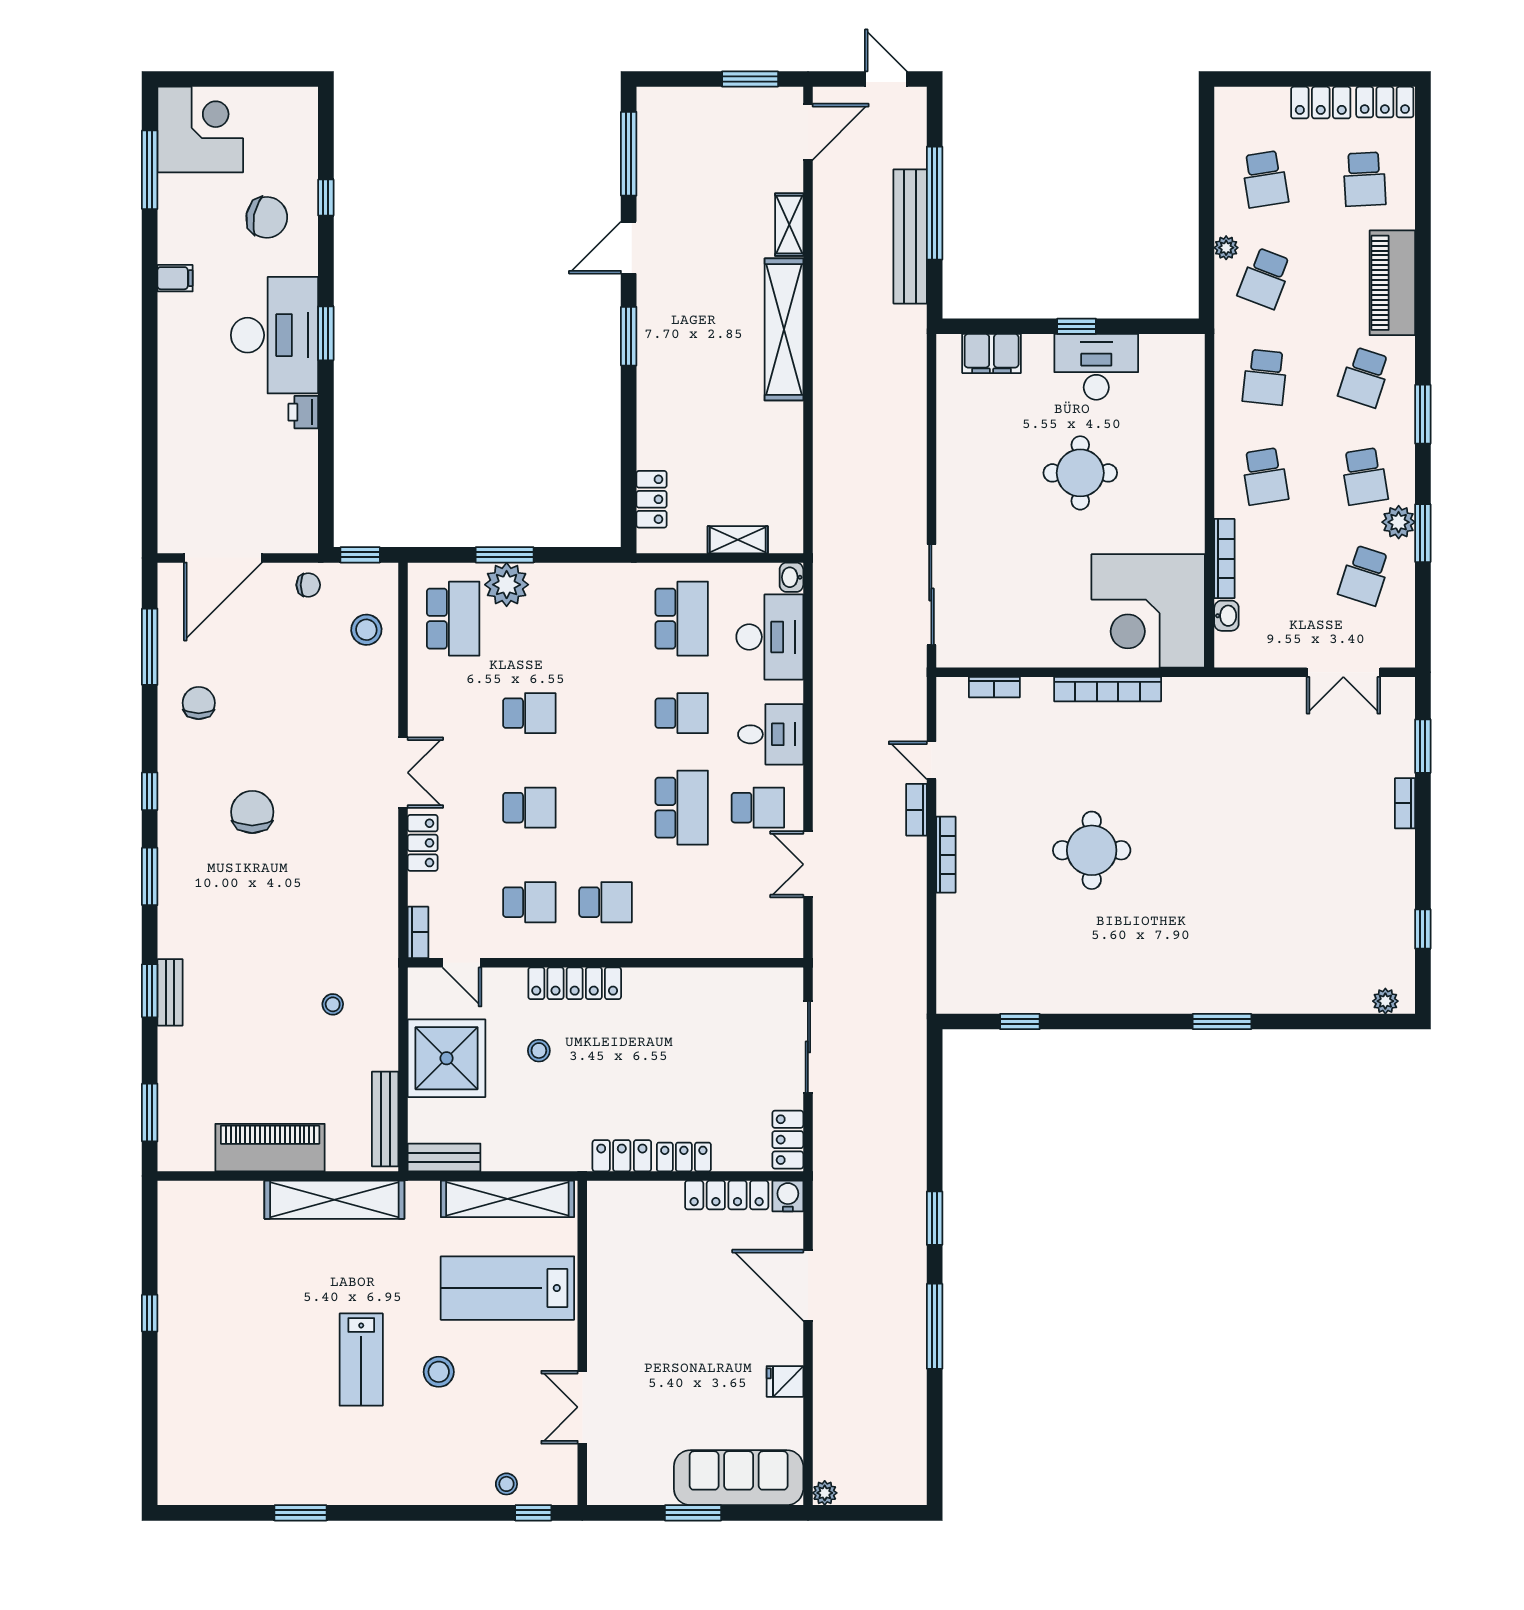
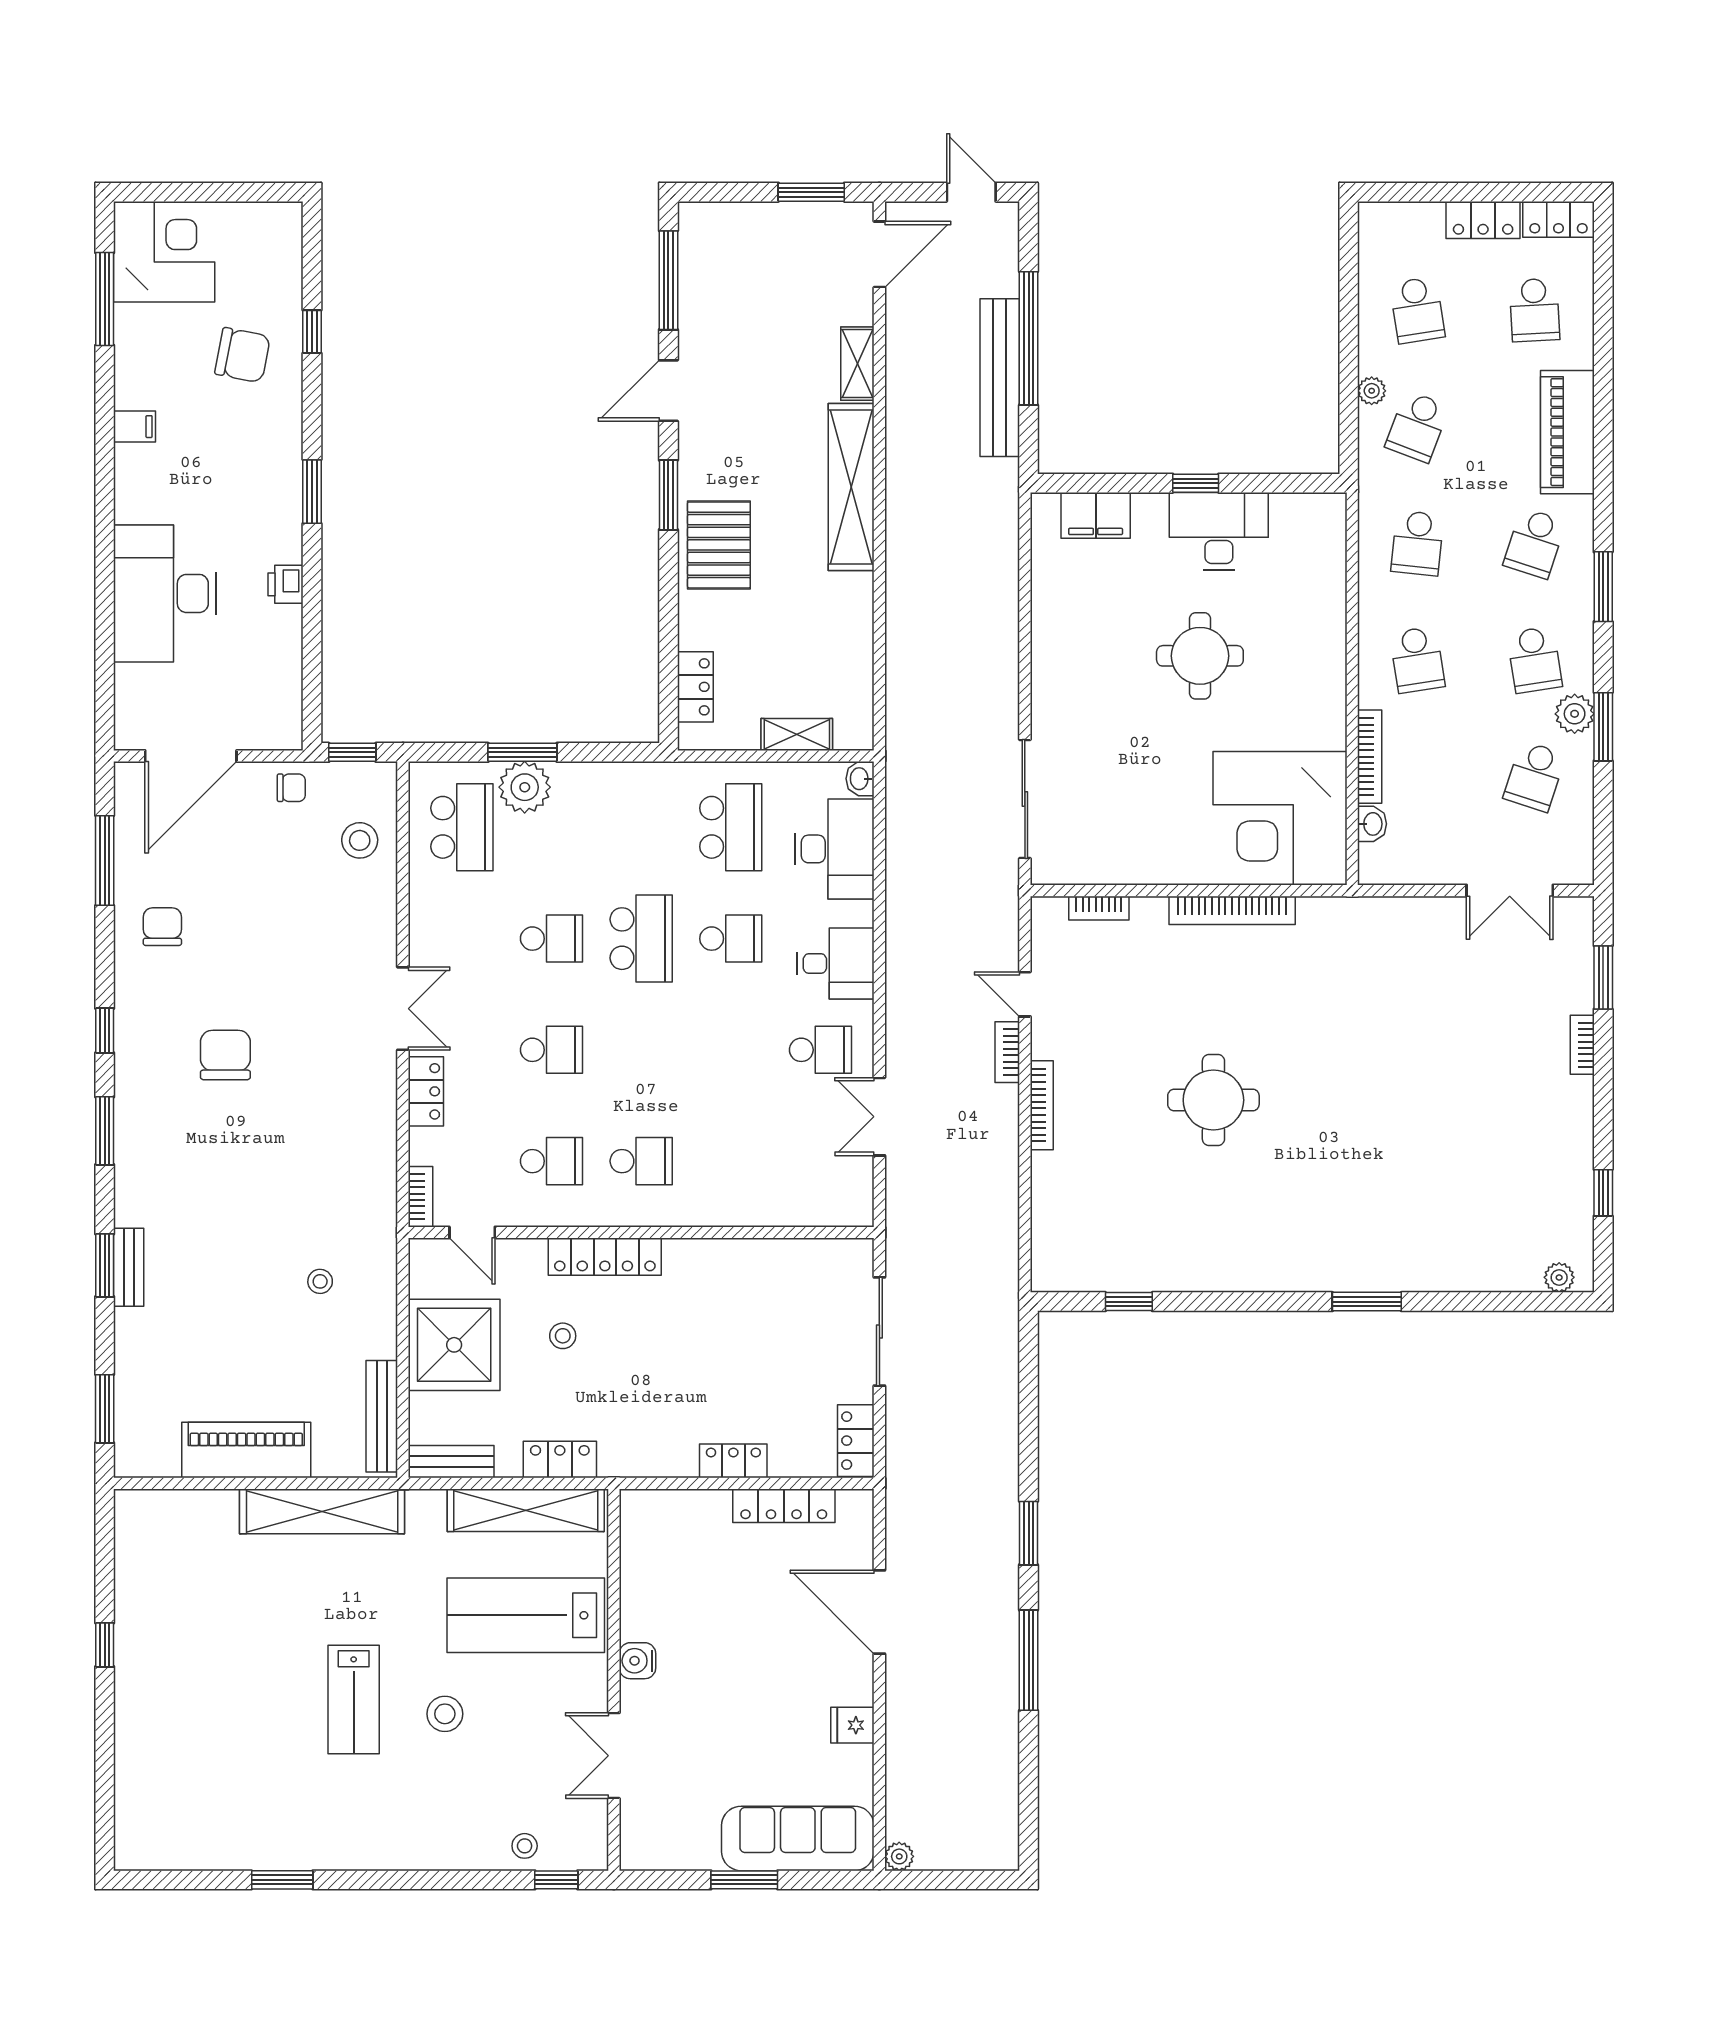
desk: (274, 335) -> (165, 593), moved, turned 180
pallet: (672, 379) -> (719, 545), added
school desk: (682, 808) -> (641, 939), moved
locker: (622, 1156) -> (560, 1460), moved
water cooler: (788, 1196) -> (637, 1661), moved, turned -90

